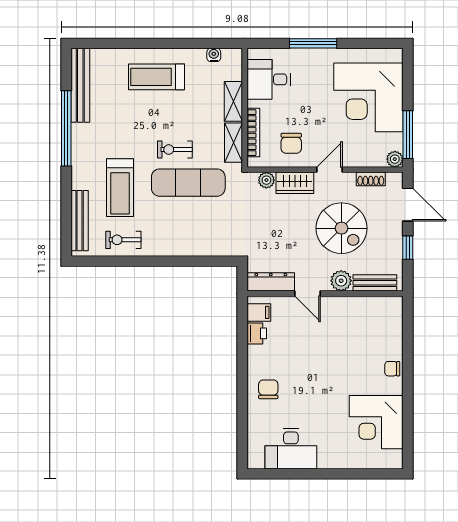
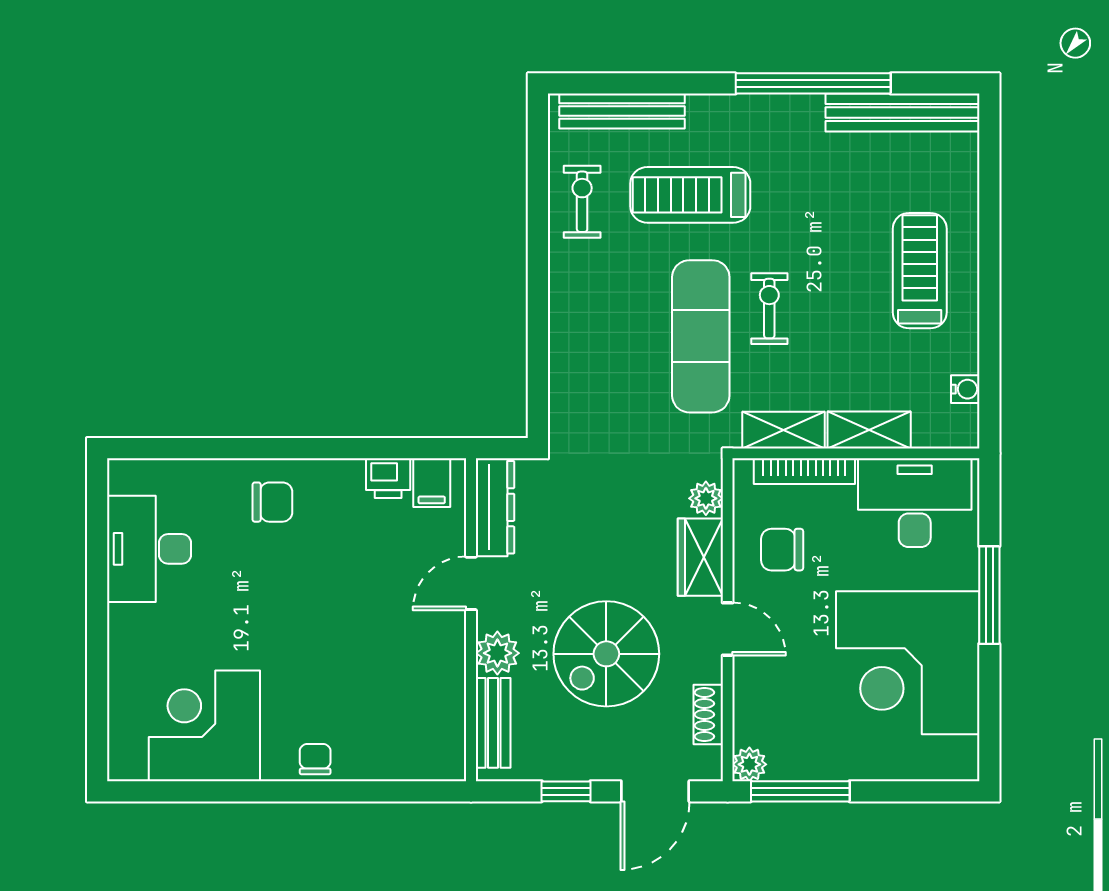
desk: (269, 79) -> (915, 503), width x1.37
corner desk: (368, 97) -> (908, 663), moved, turned -90

